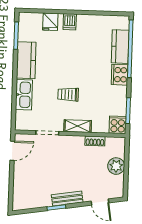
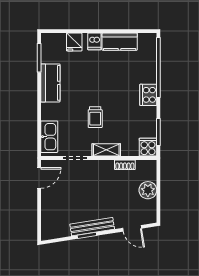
kitchen counter: (120, 47) -> (120, 42), moved, turned -90
trolley: (68, 94) -> (95, 117), turned -90
kitchen sink: (24, 95) -> (49, 137), moved
bench: (67, 199) -> (92, 227), width x1.36

